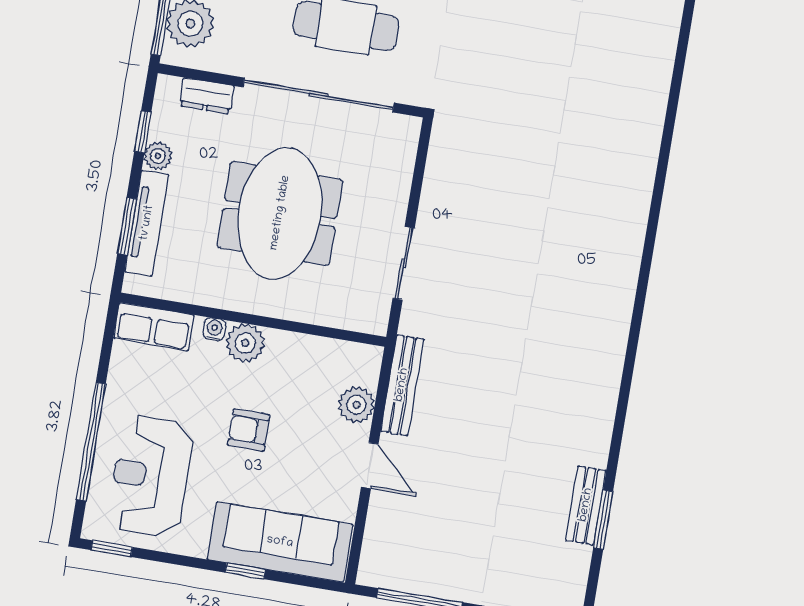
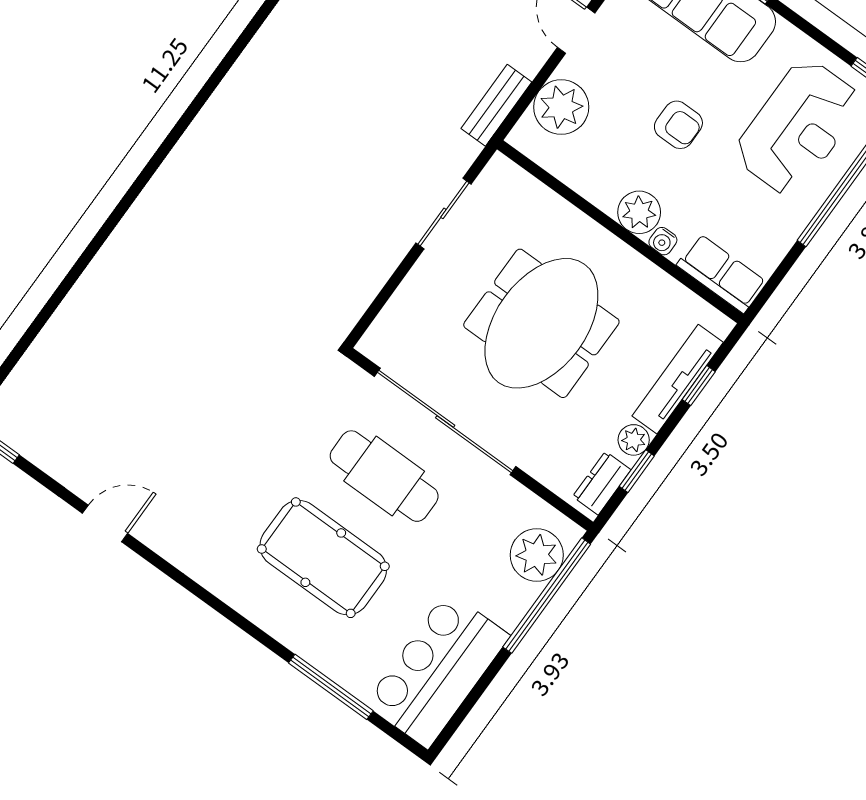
dresser: (207, 96) -> (602, 483), moved, turned -90
window: (127, 226) -> (699, 386), width x0.67
bench: (402, 385) -> (496, 105), width x0.73
plant: (356, 405) -> (561, 107), width x1.36, depth x1.36

